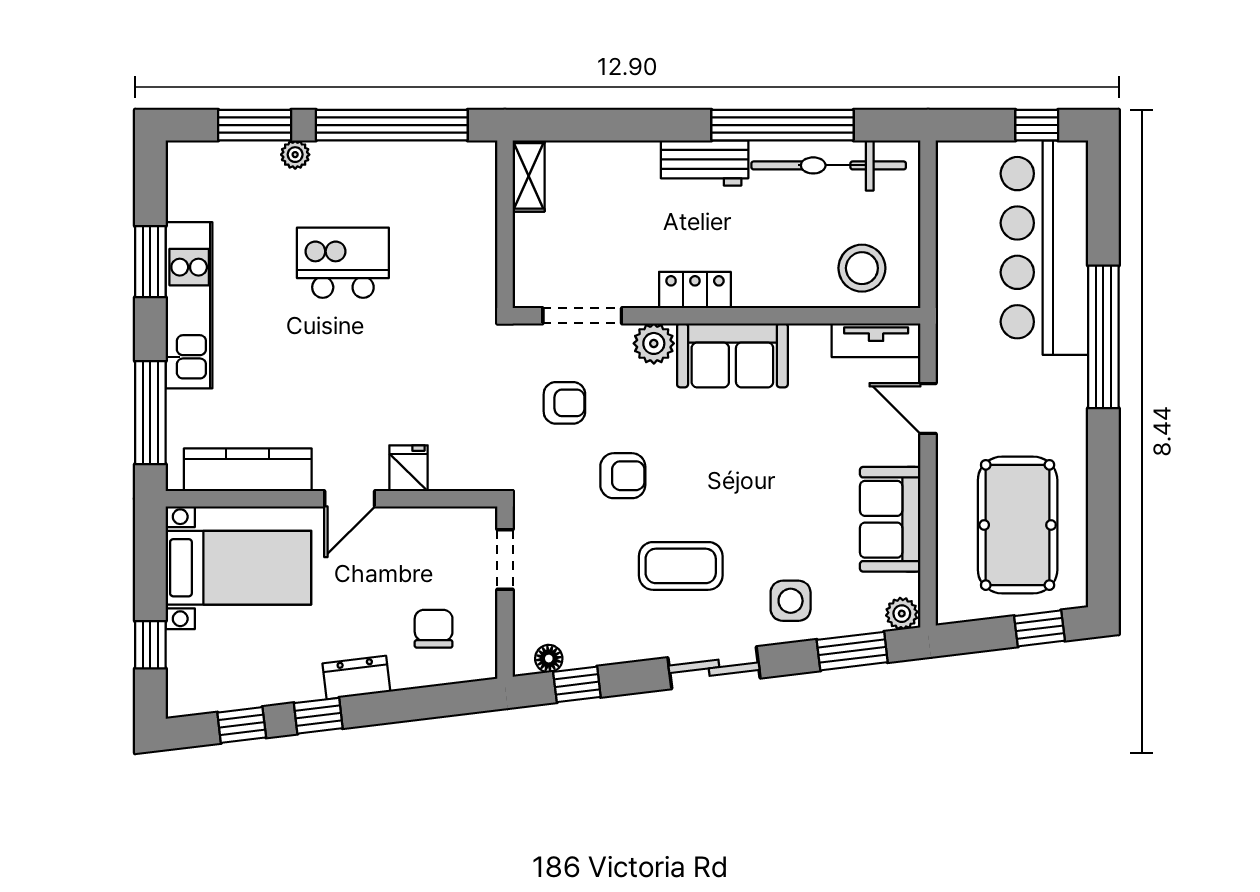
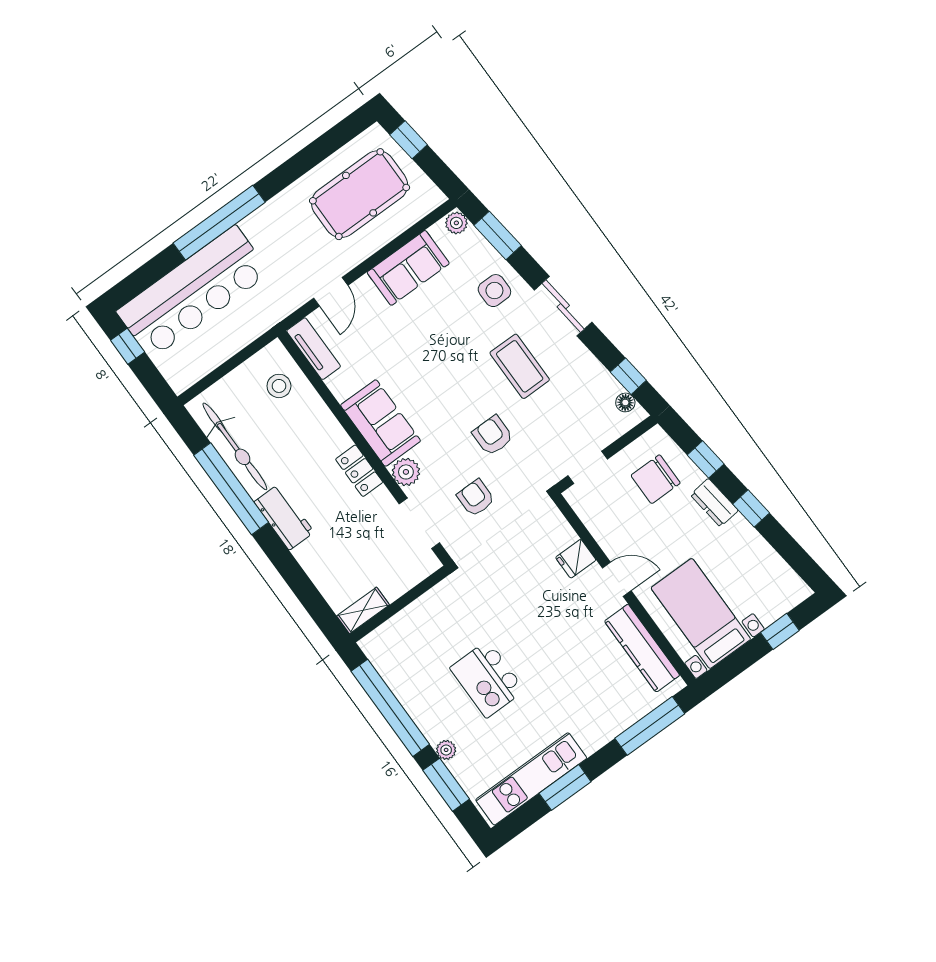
stool: (862, 268) -> (279, 386), width x0.73, depth x0.73
kitchen unit: (189, 305) -> (531, 779), moved
chair: (434, 629) -> (656, 479), width x1.37, depth x1.37
window: (242, 725) -> (706, 459), moved

